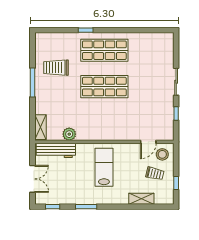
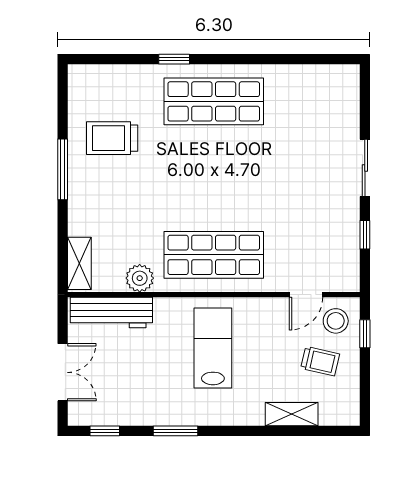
shop shelf: (104, 87) -> (214, 255), moved
window: (176, 183) -> (365, 334), moved

